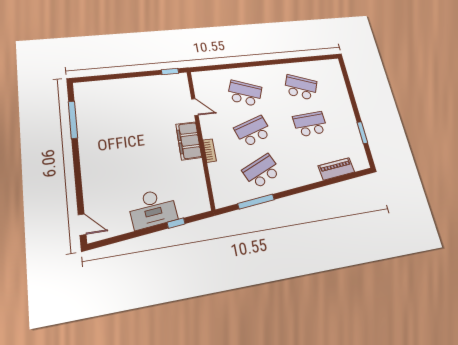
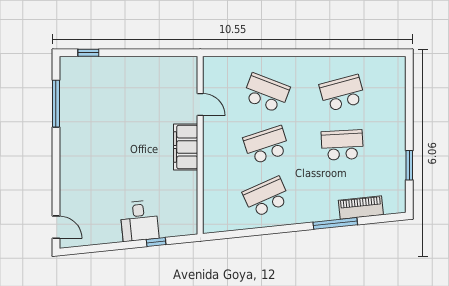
window: (170, 72) -> (88, 53), moved
school desk: (301, 87) -> (342, 93), turned -36
bookcase: (210, 151) -> (208, 163), removed
window: (256, 202) -> (335, 223), moved
desk: (153, 208) -> (139, 221), width x0.73

